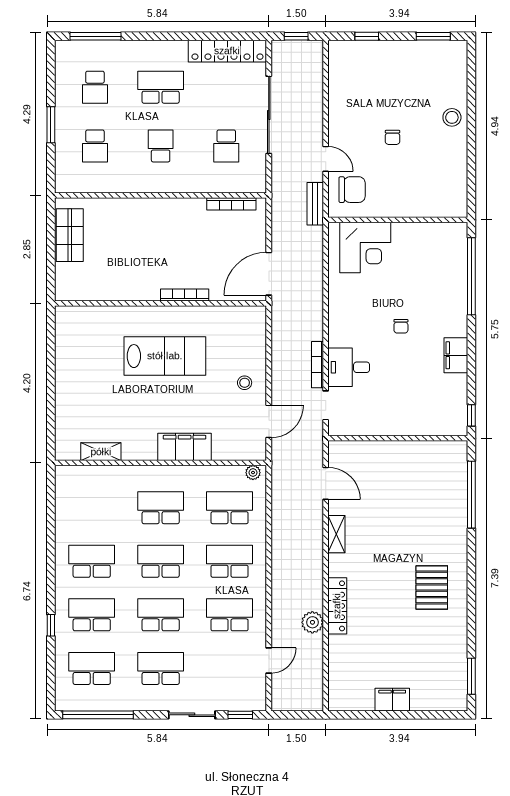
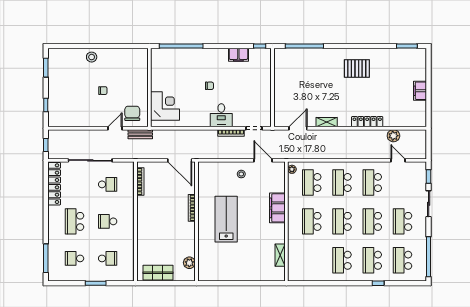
school desk: (95, 87) -> (74, 258), turned 180
plant: (87, 291) -> (189, 263), added
filing cabinet: (456, 355) -> (238, 55), moved
desk: (349, 367) -> (221, 115), moved
plant: (312, 622) -> (393, 136), moved

